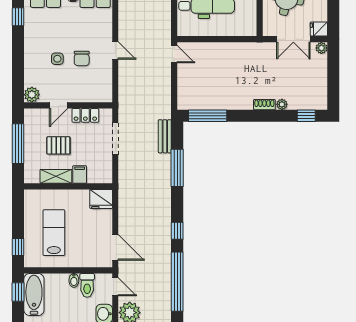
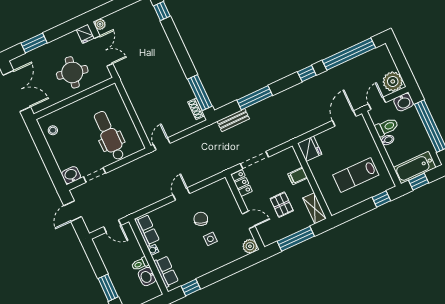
chair: (82, 58) -> (201, 219), turned -68
plant: (282, 104) -> (162, 35), removed
shoe rack: (264, 105) -> (196, 109), moved
locker: (85, 115) -> (242, 183), moved
shelving: (56, 176) -> (315, 208), moved

